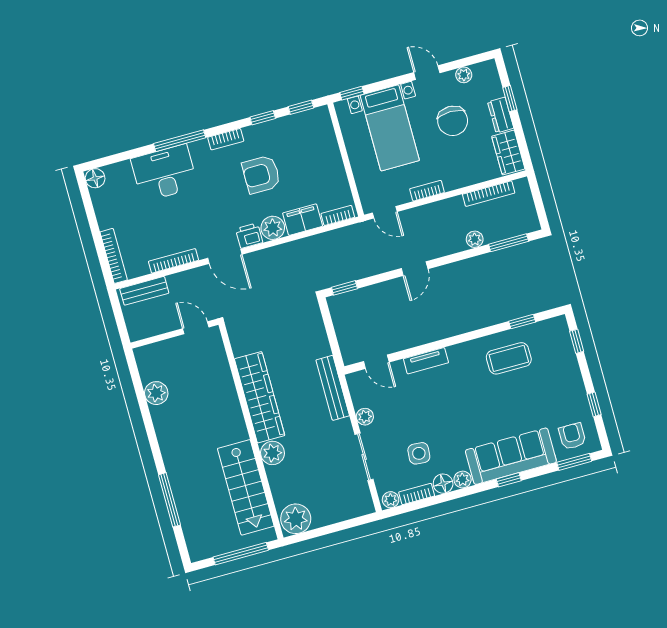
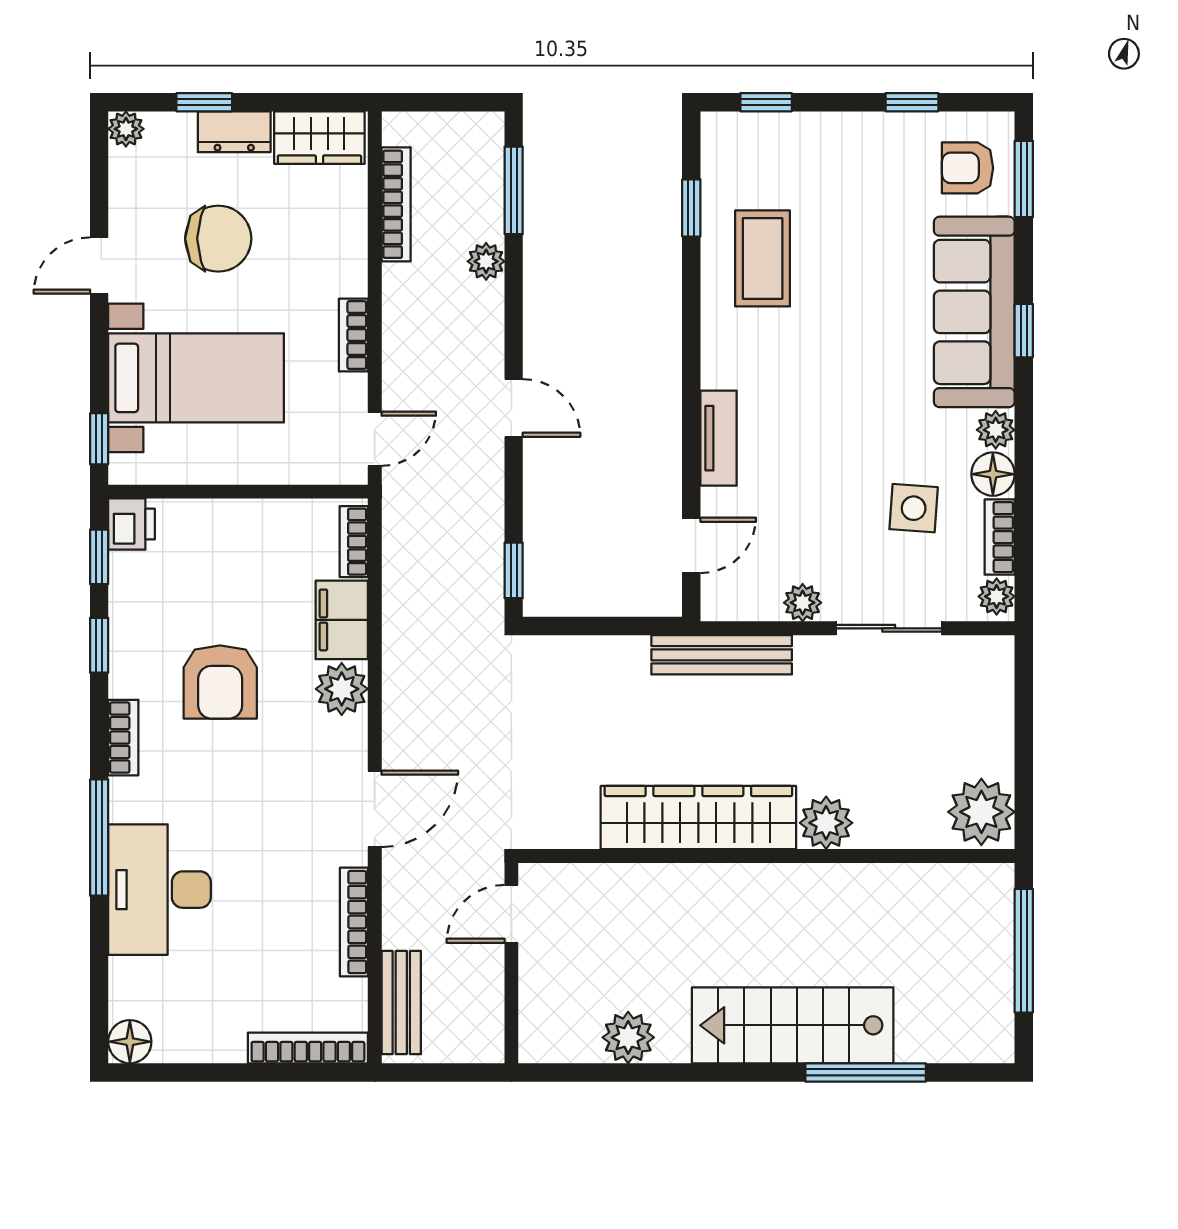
plant: (464, 75) -> (126, 129), moved
printer: (249, 236) -> (132, 524), moved, turned 180
stairs: (246, 487) -> (793, 1025), moved, turned 180

